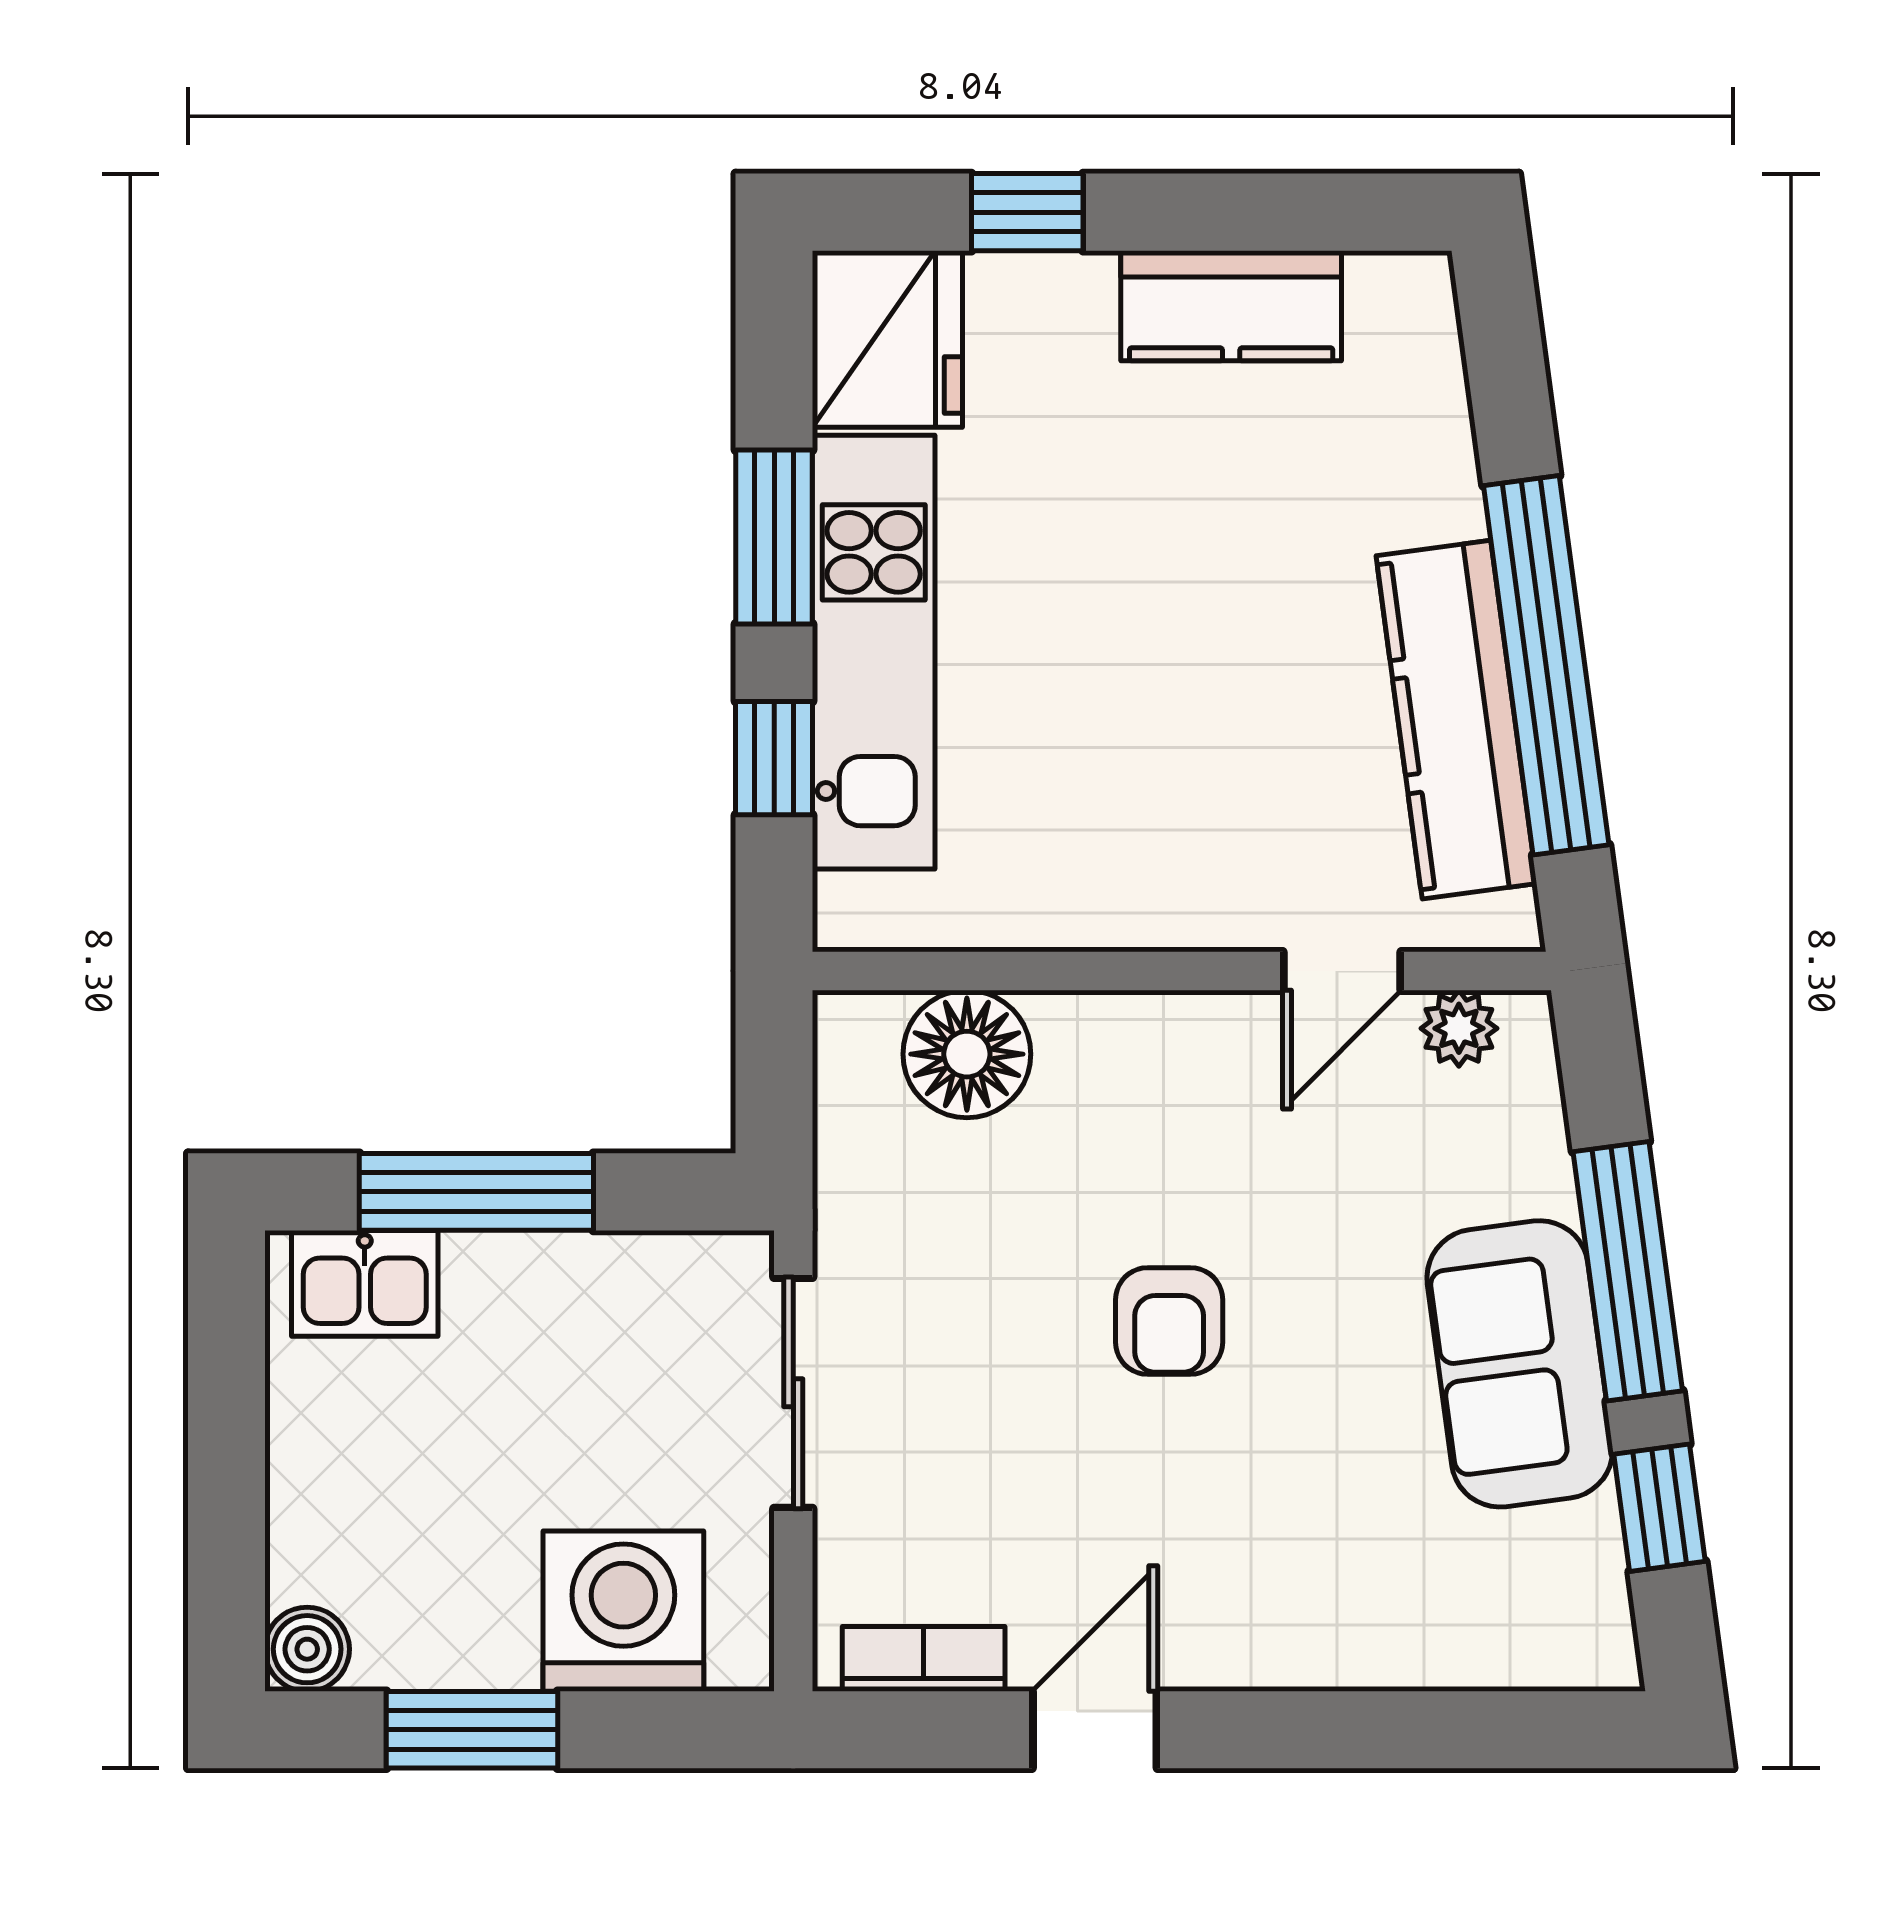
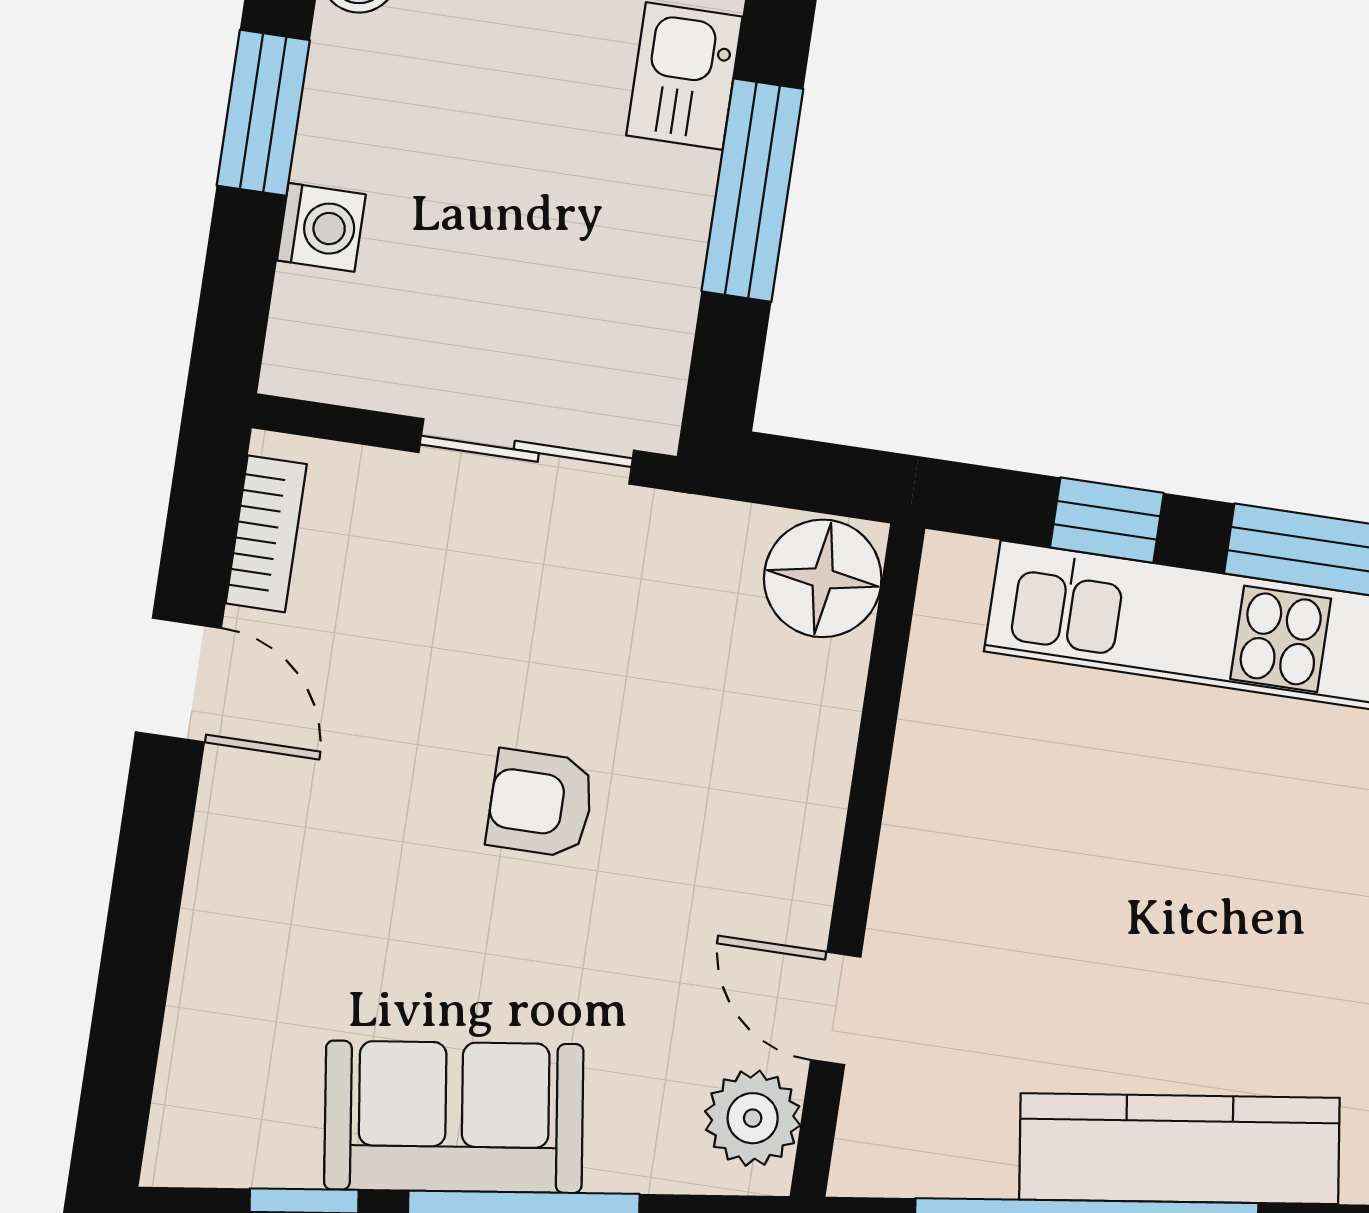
kitchen counter: (1456, 720) -> (1179, 1149), moved
plant: (1459, 1028) -> (753, 1118), width x1.38, depth x1.38
floor lamp: (967, 1054) -> (823, 578), moved
washing machine: (623, 1611) -> (321, 227), width x0.53, depth x0.53

